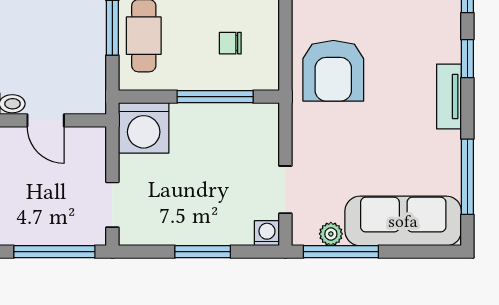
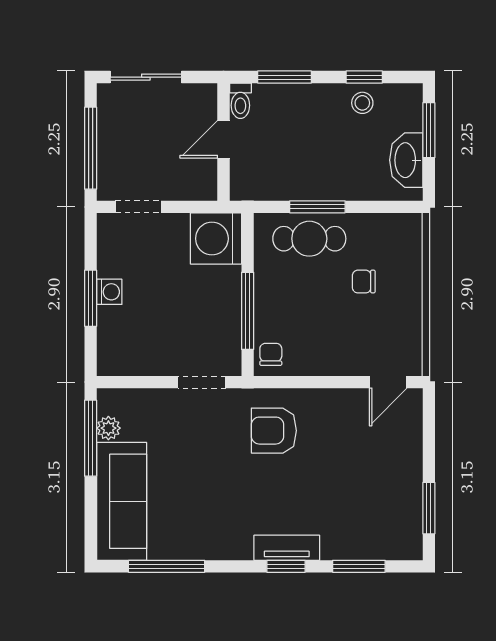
chair: (230, 43) -> (271, 354), moved
armchair: (333, 71) -> (274, 431), width x0.73, depth x0.73
tv unit: (449, 96) -> (287, 548), moved
doorway: (285, 190) -> (202, 382), moved
washing machine: (267, 233) -> (109, 292), moved

